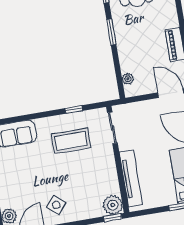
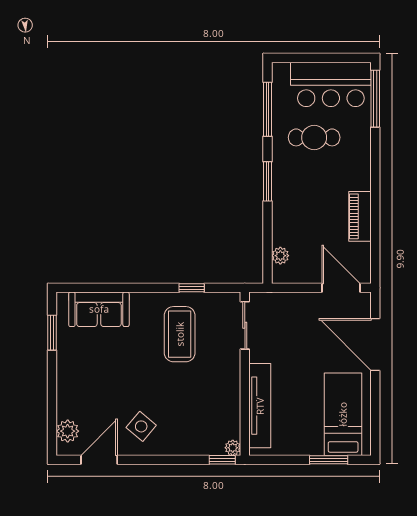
coffee table: (71, 141) -> (180, 334), turned 90
plant: (113, 205) -> (233, 448), width x0.53, depth x0.53

